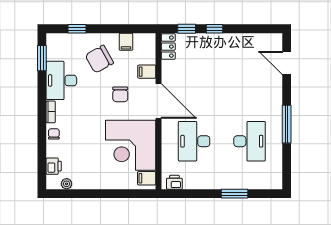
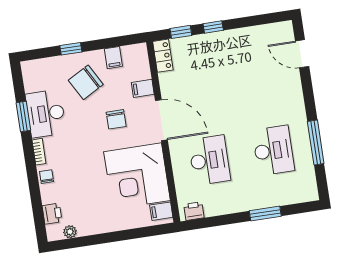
window: (77, 29) -> (71, 49), moved
window: (42, 58) -> (23, 116), moved
window: (287, 124) -> (316, 143), moved
desk: (194, 141) -> (209, 160), turned 180

